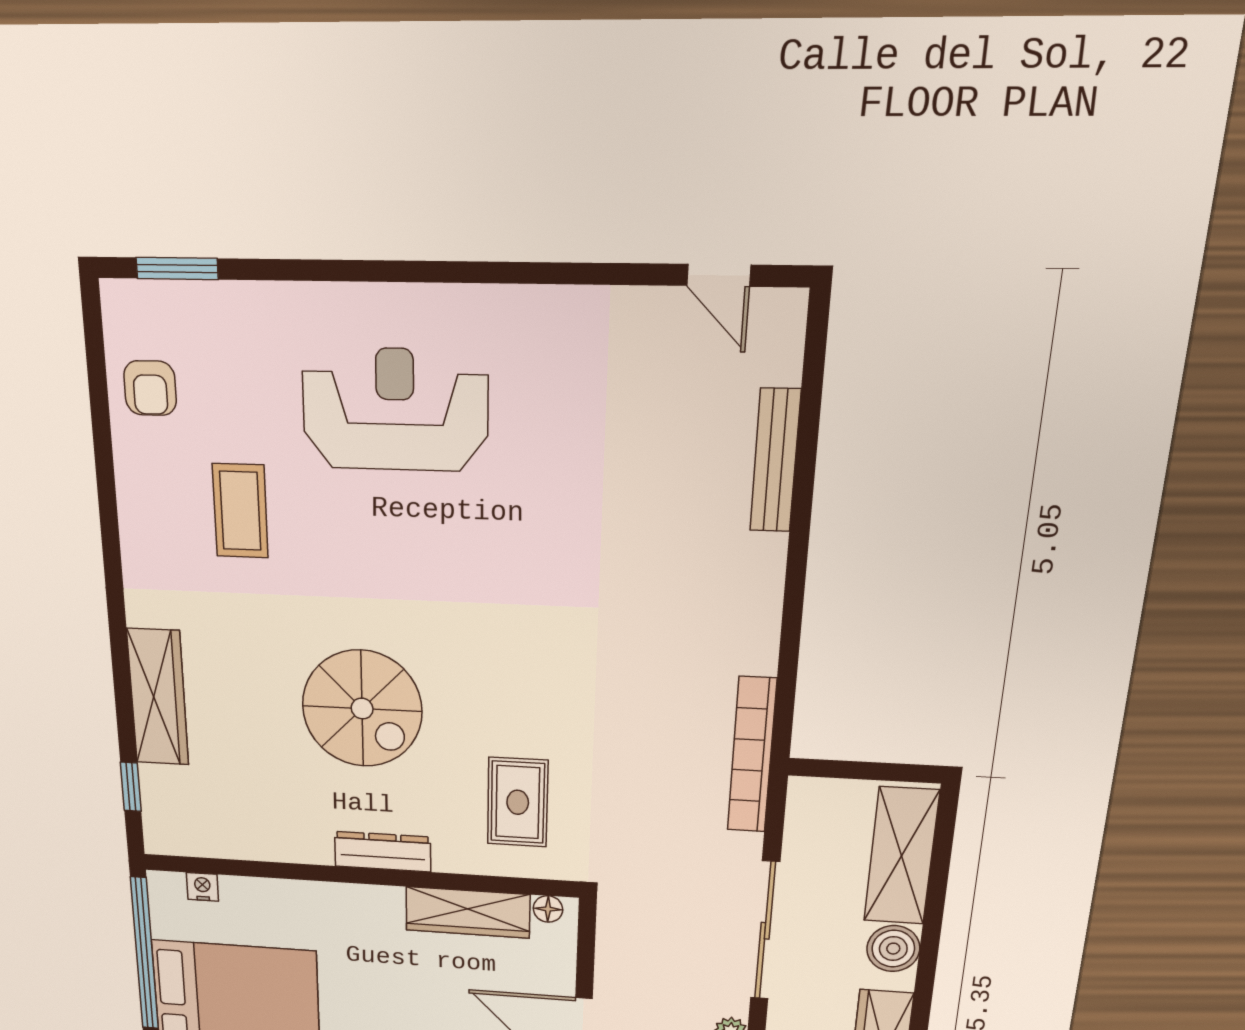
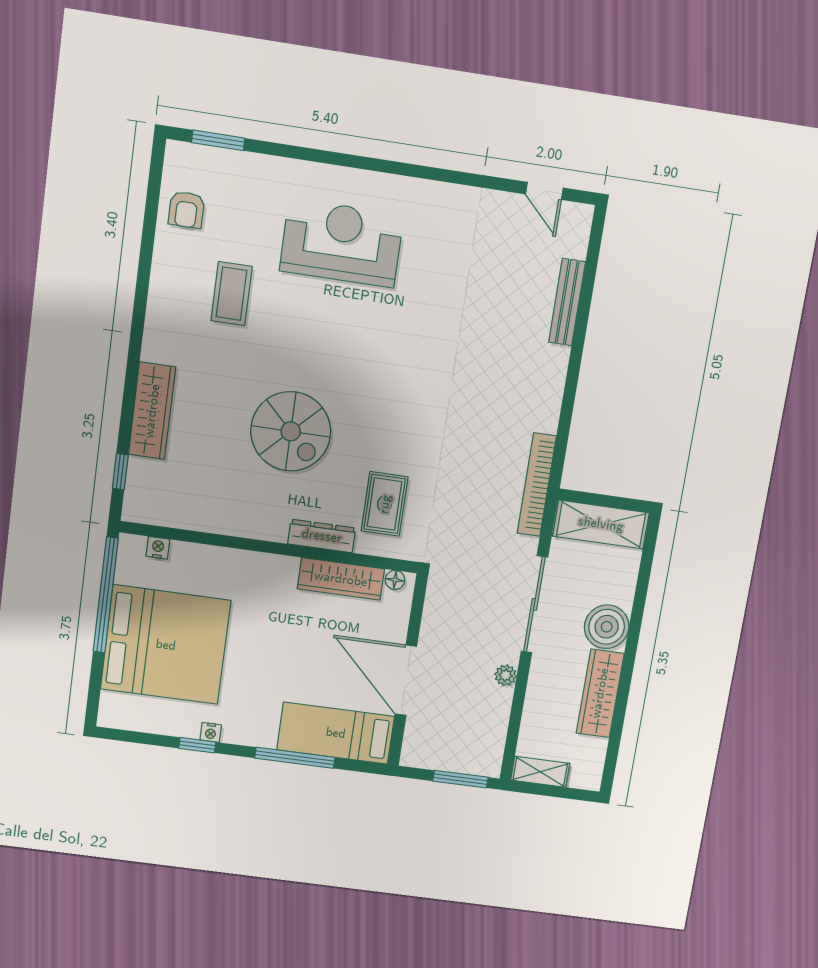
dresser: (383, 852) -> (322, 536), moved
shelving: (901, 856) -> (601, 524), moved, turned 90
boiler: (893, 949) -> (607, 627), width x1.37, depth x1.37

